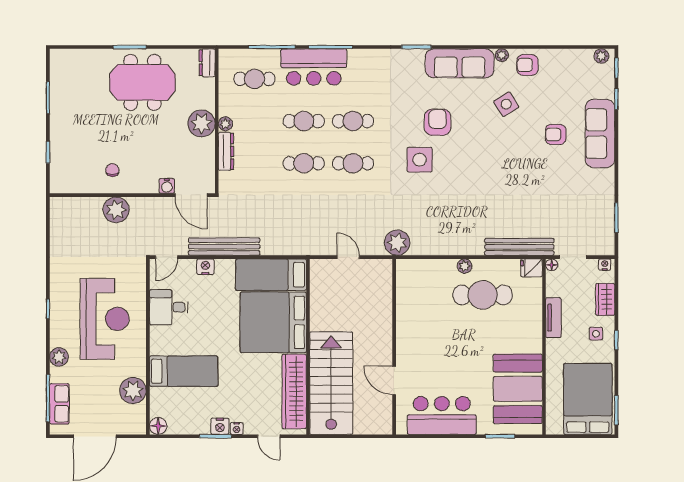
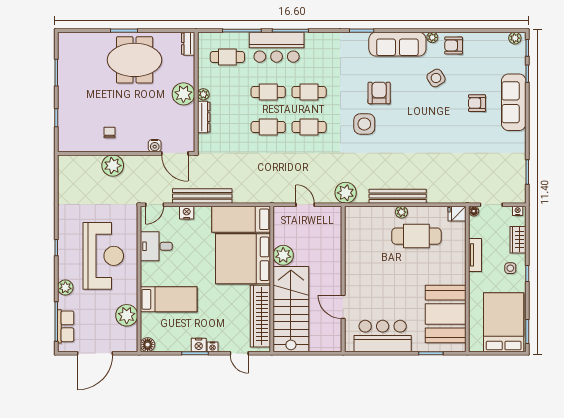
bench: (519, 247) -> (398, 196), moved
plant: (322, 318) -> (283, 255), added

